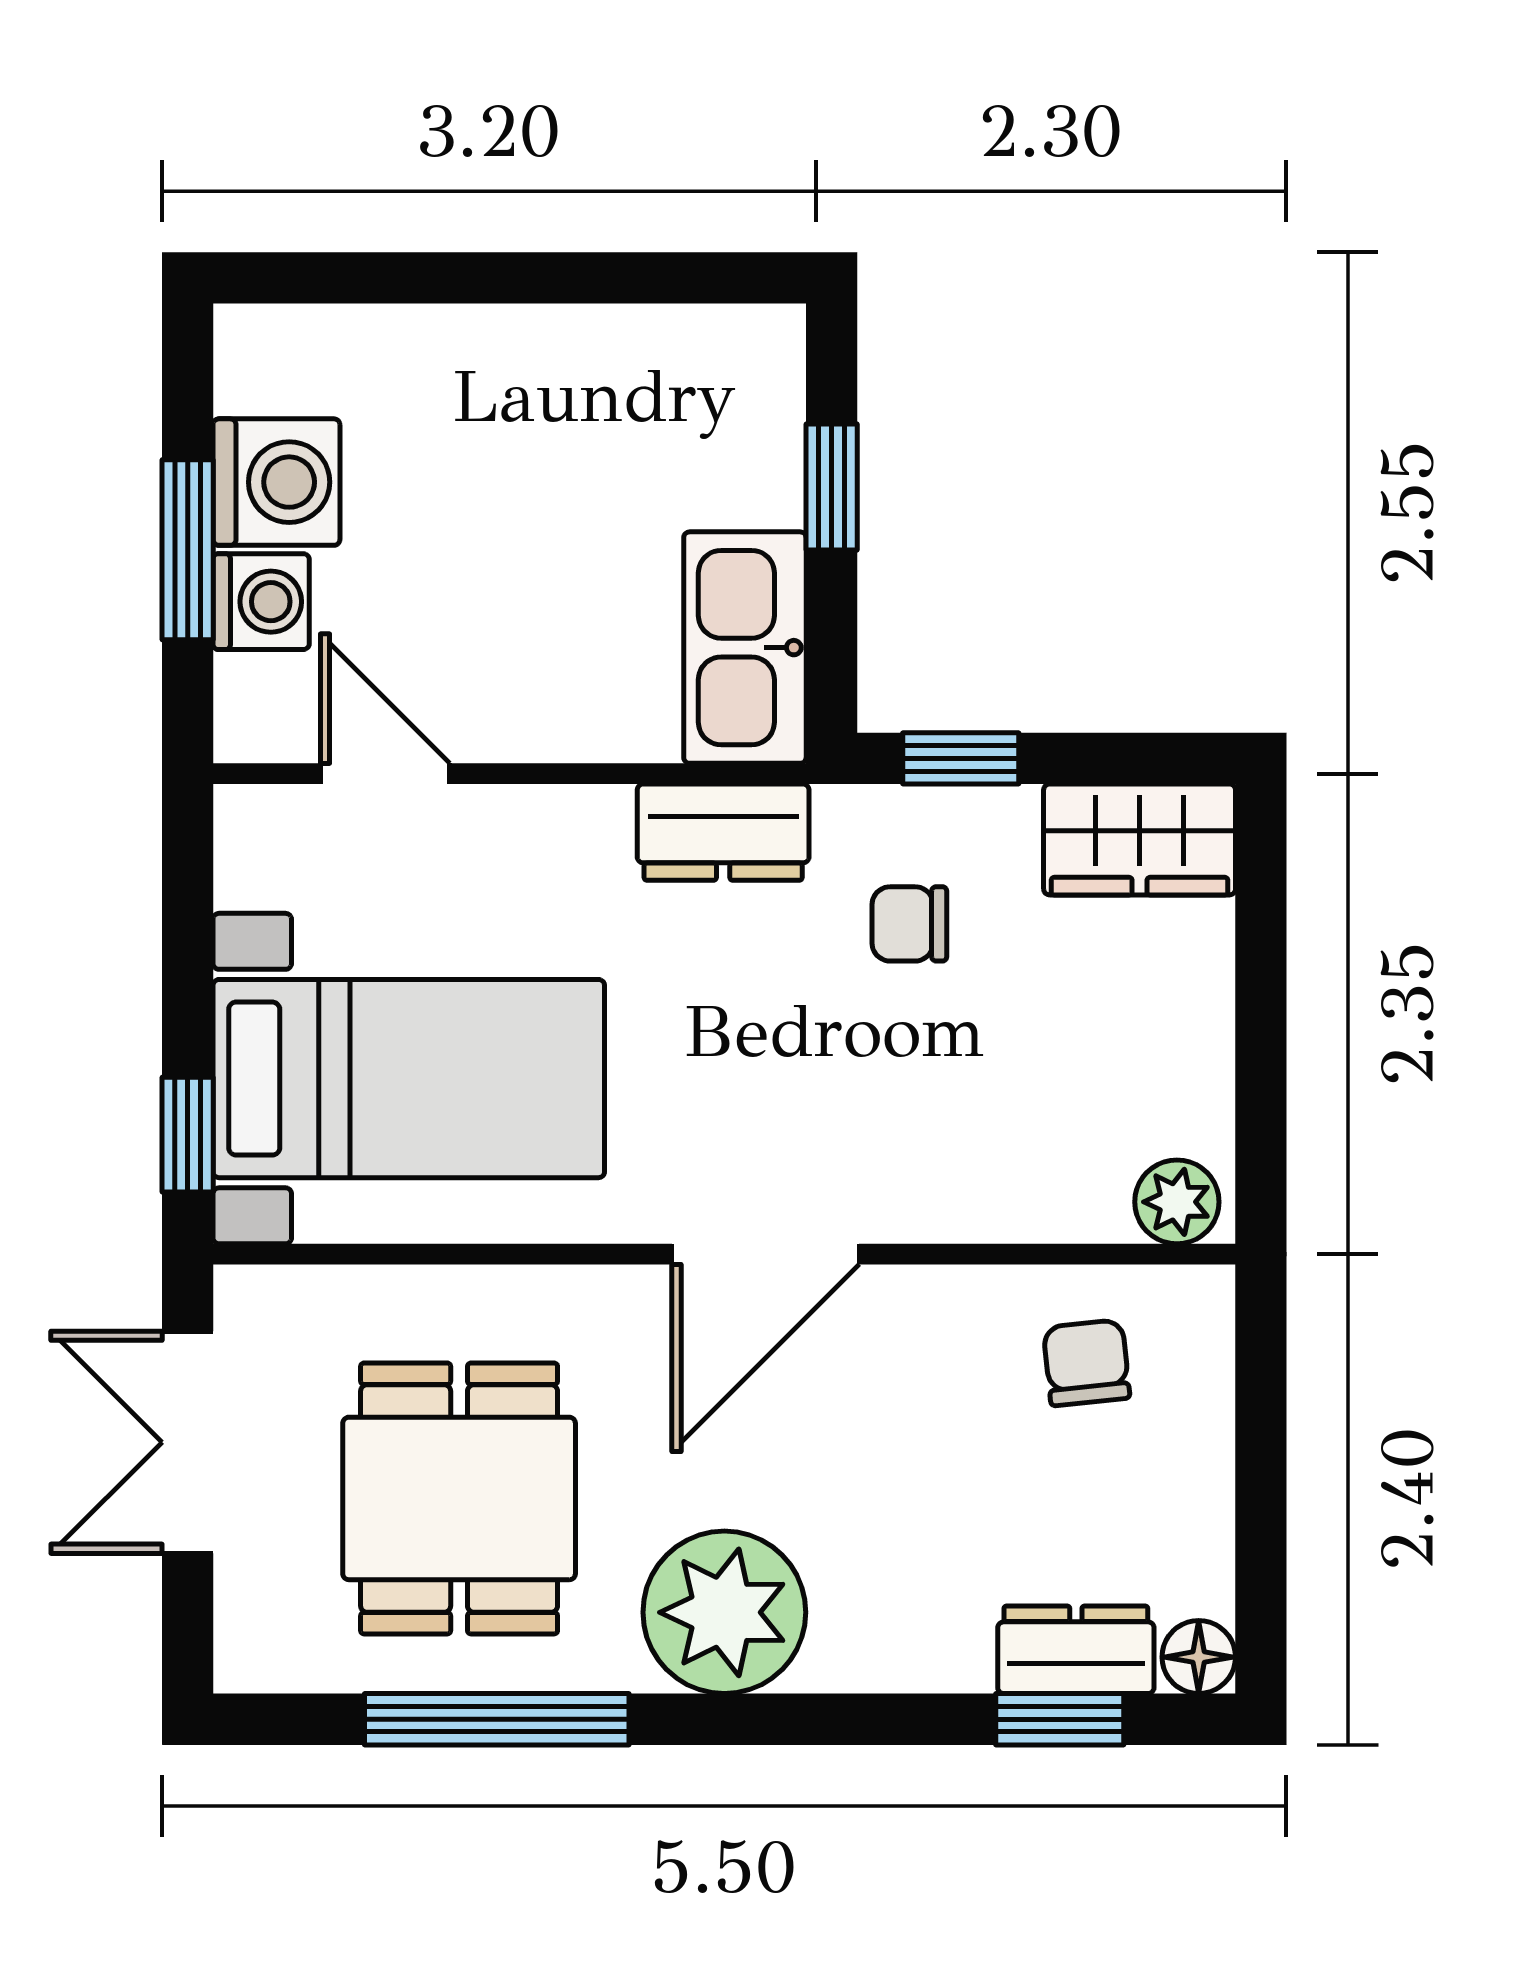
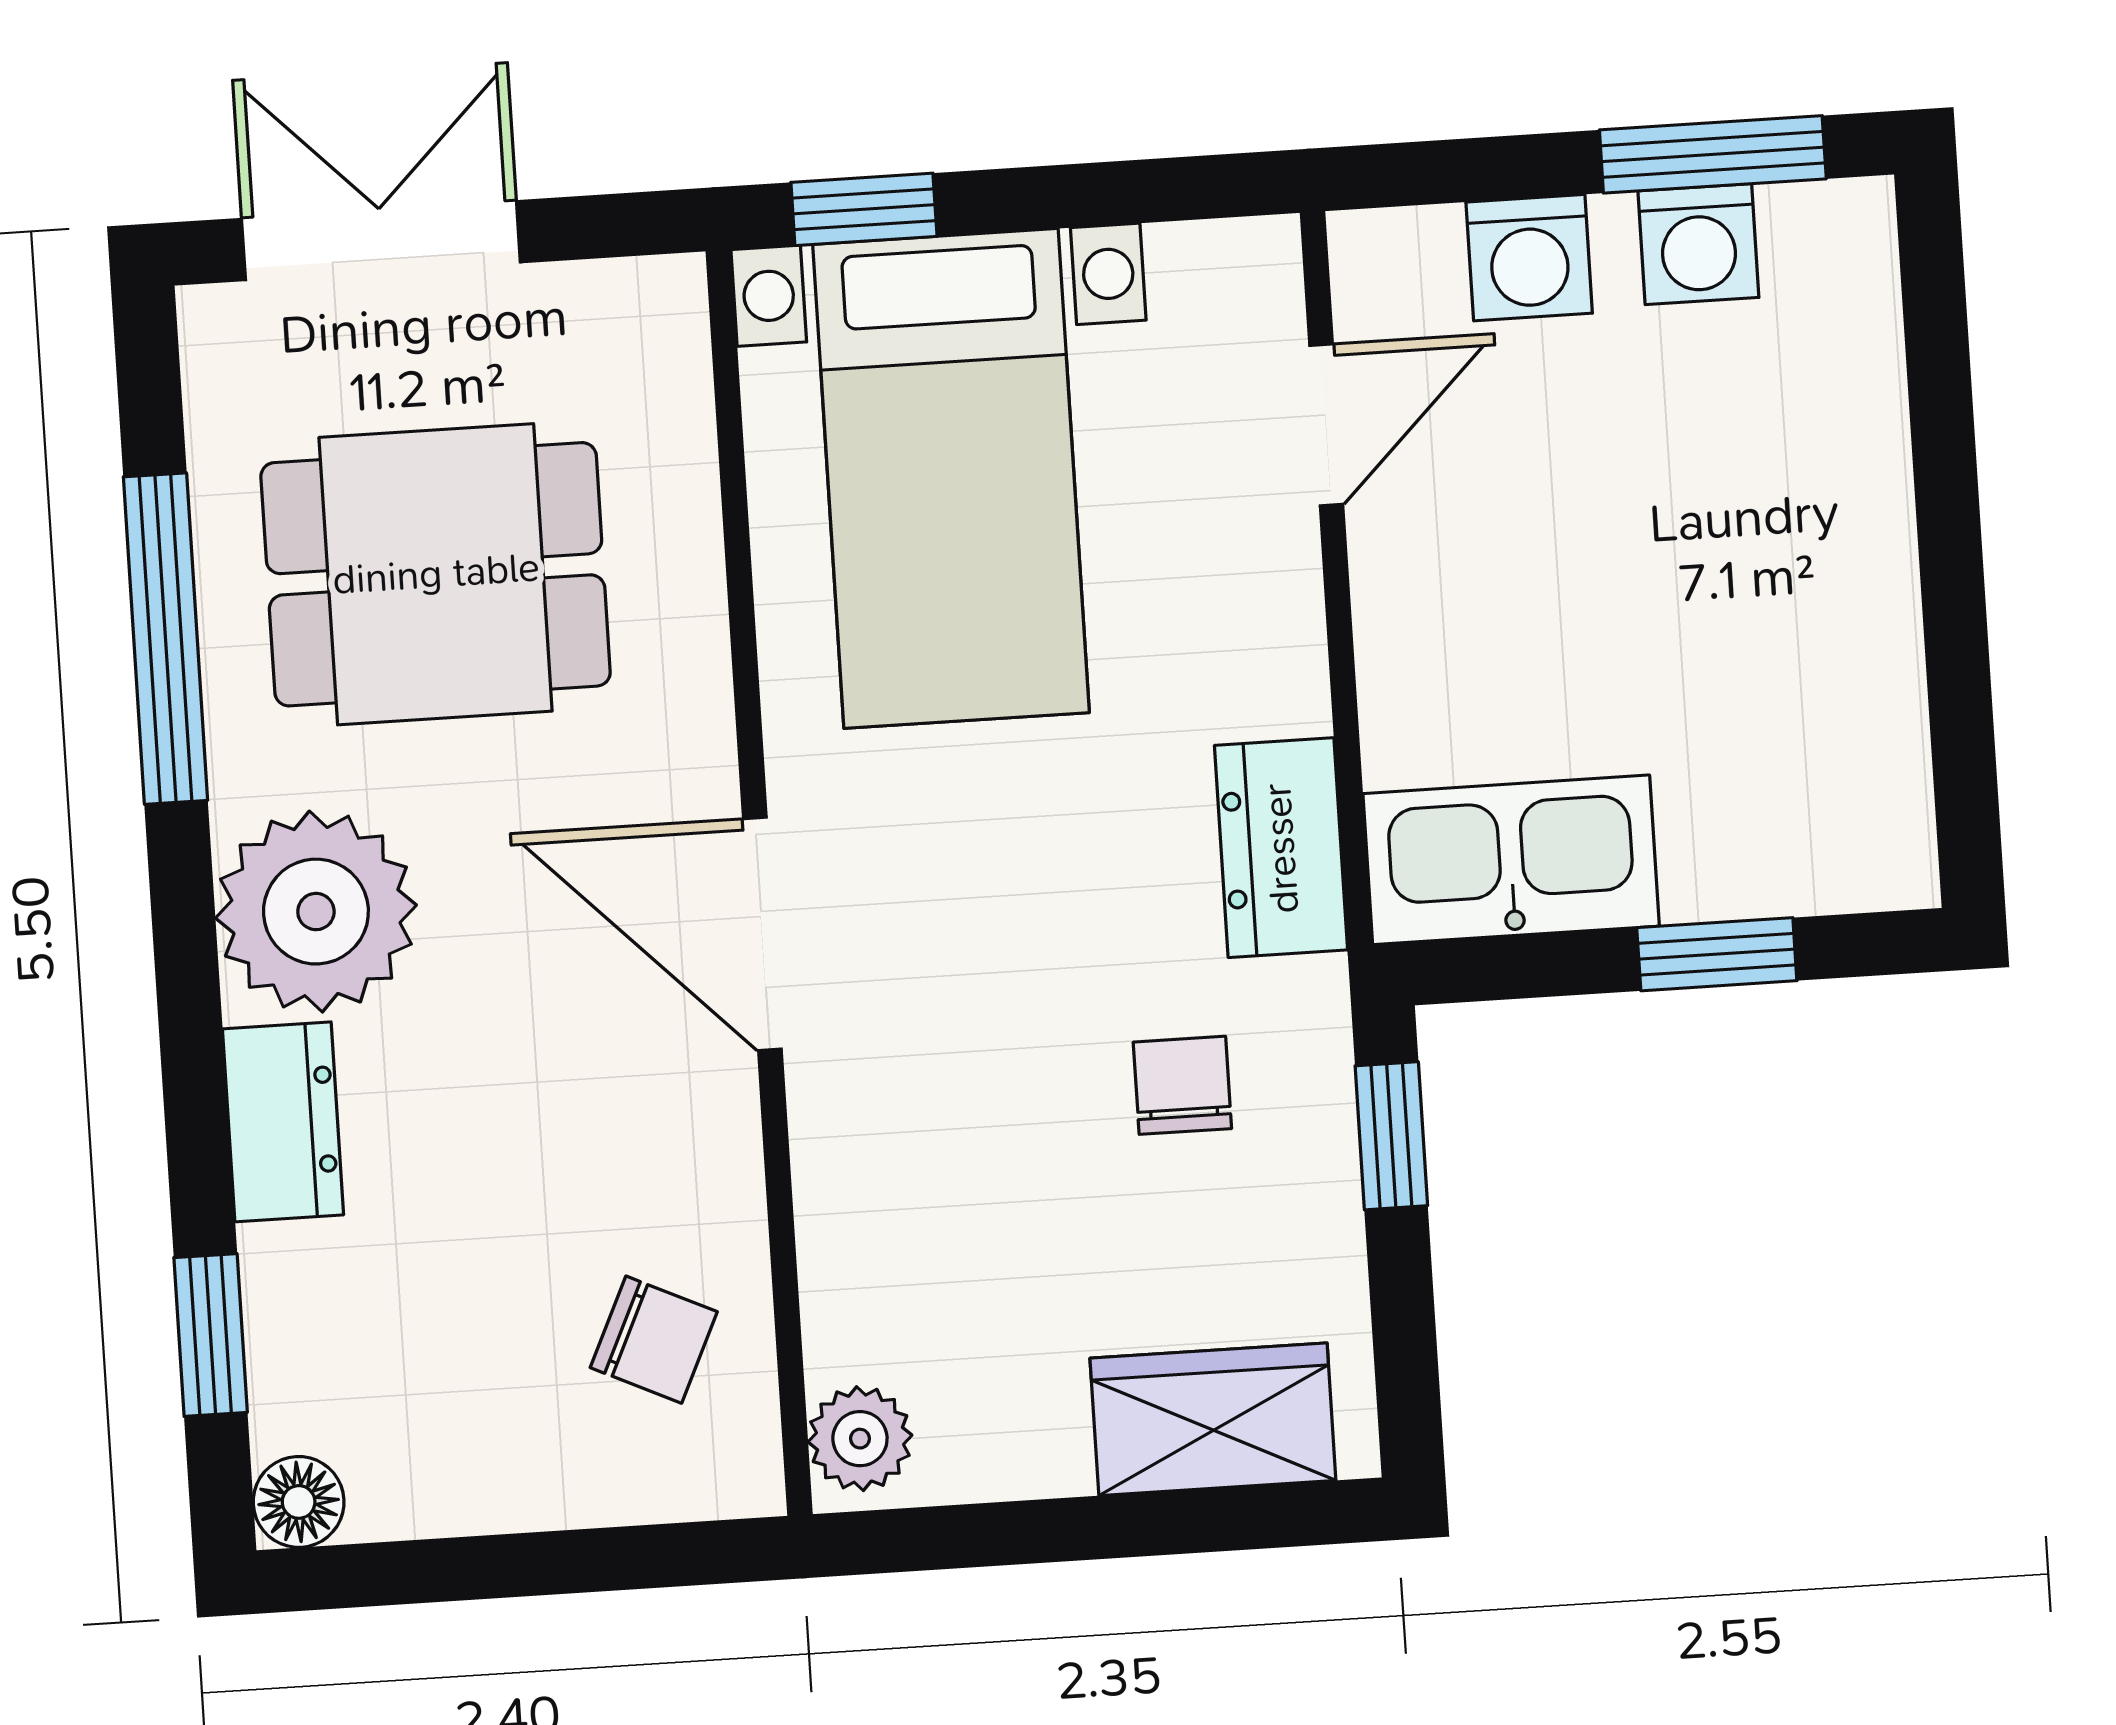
washing machine: (276, 482) -> (1698, 244), width x0.73, depth x0.73
window: (188, 550) -> (1713, 154), moved
wardrobe: (1140, 839) -> (1213, 1419), moved, turned 90
chair: (1087, 1363) -> (654, 1340), turned 31
double door: (188, 1442) -> (381, 241), moved
dresser: (1076, 1650) -> (283, 1122), moved

